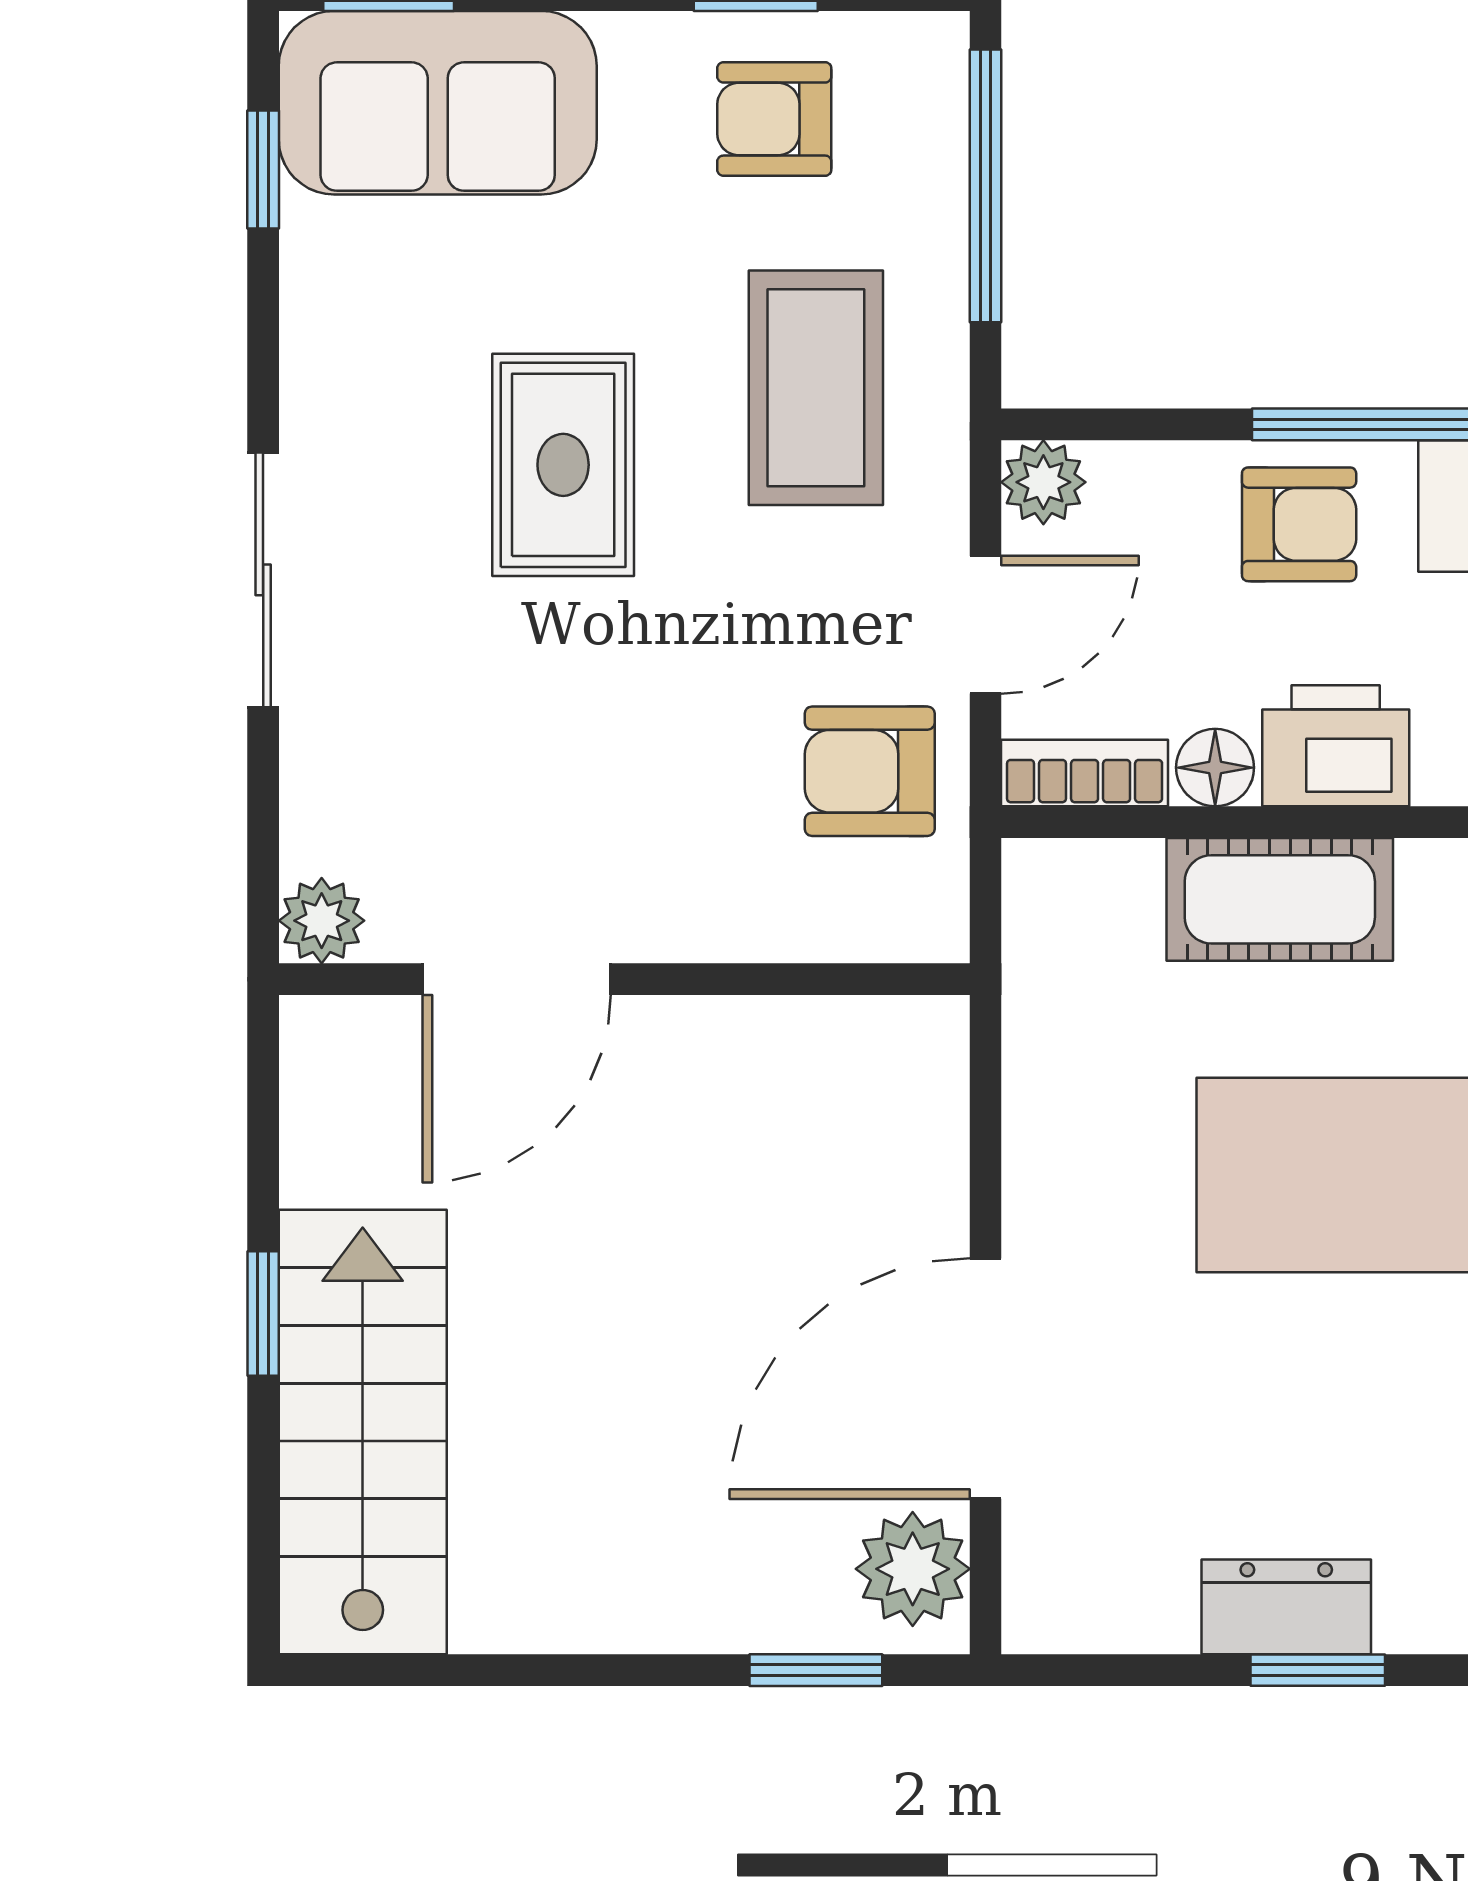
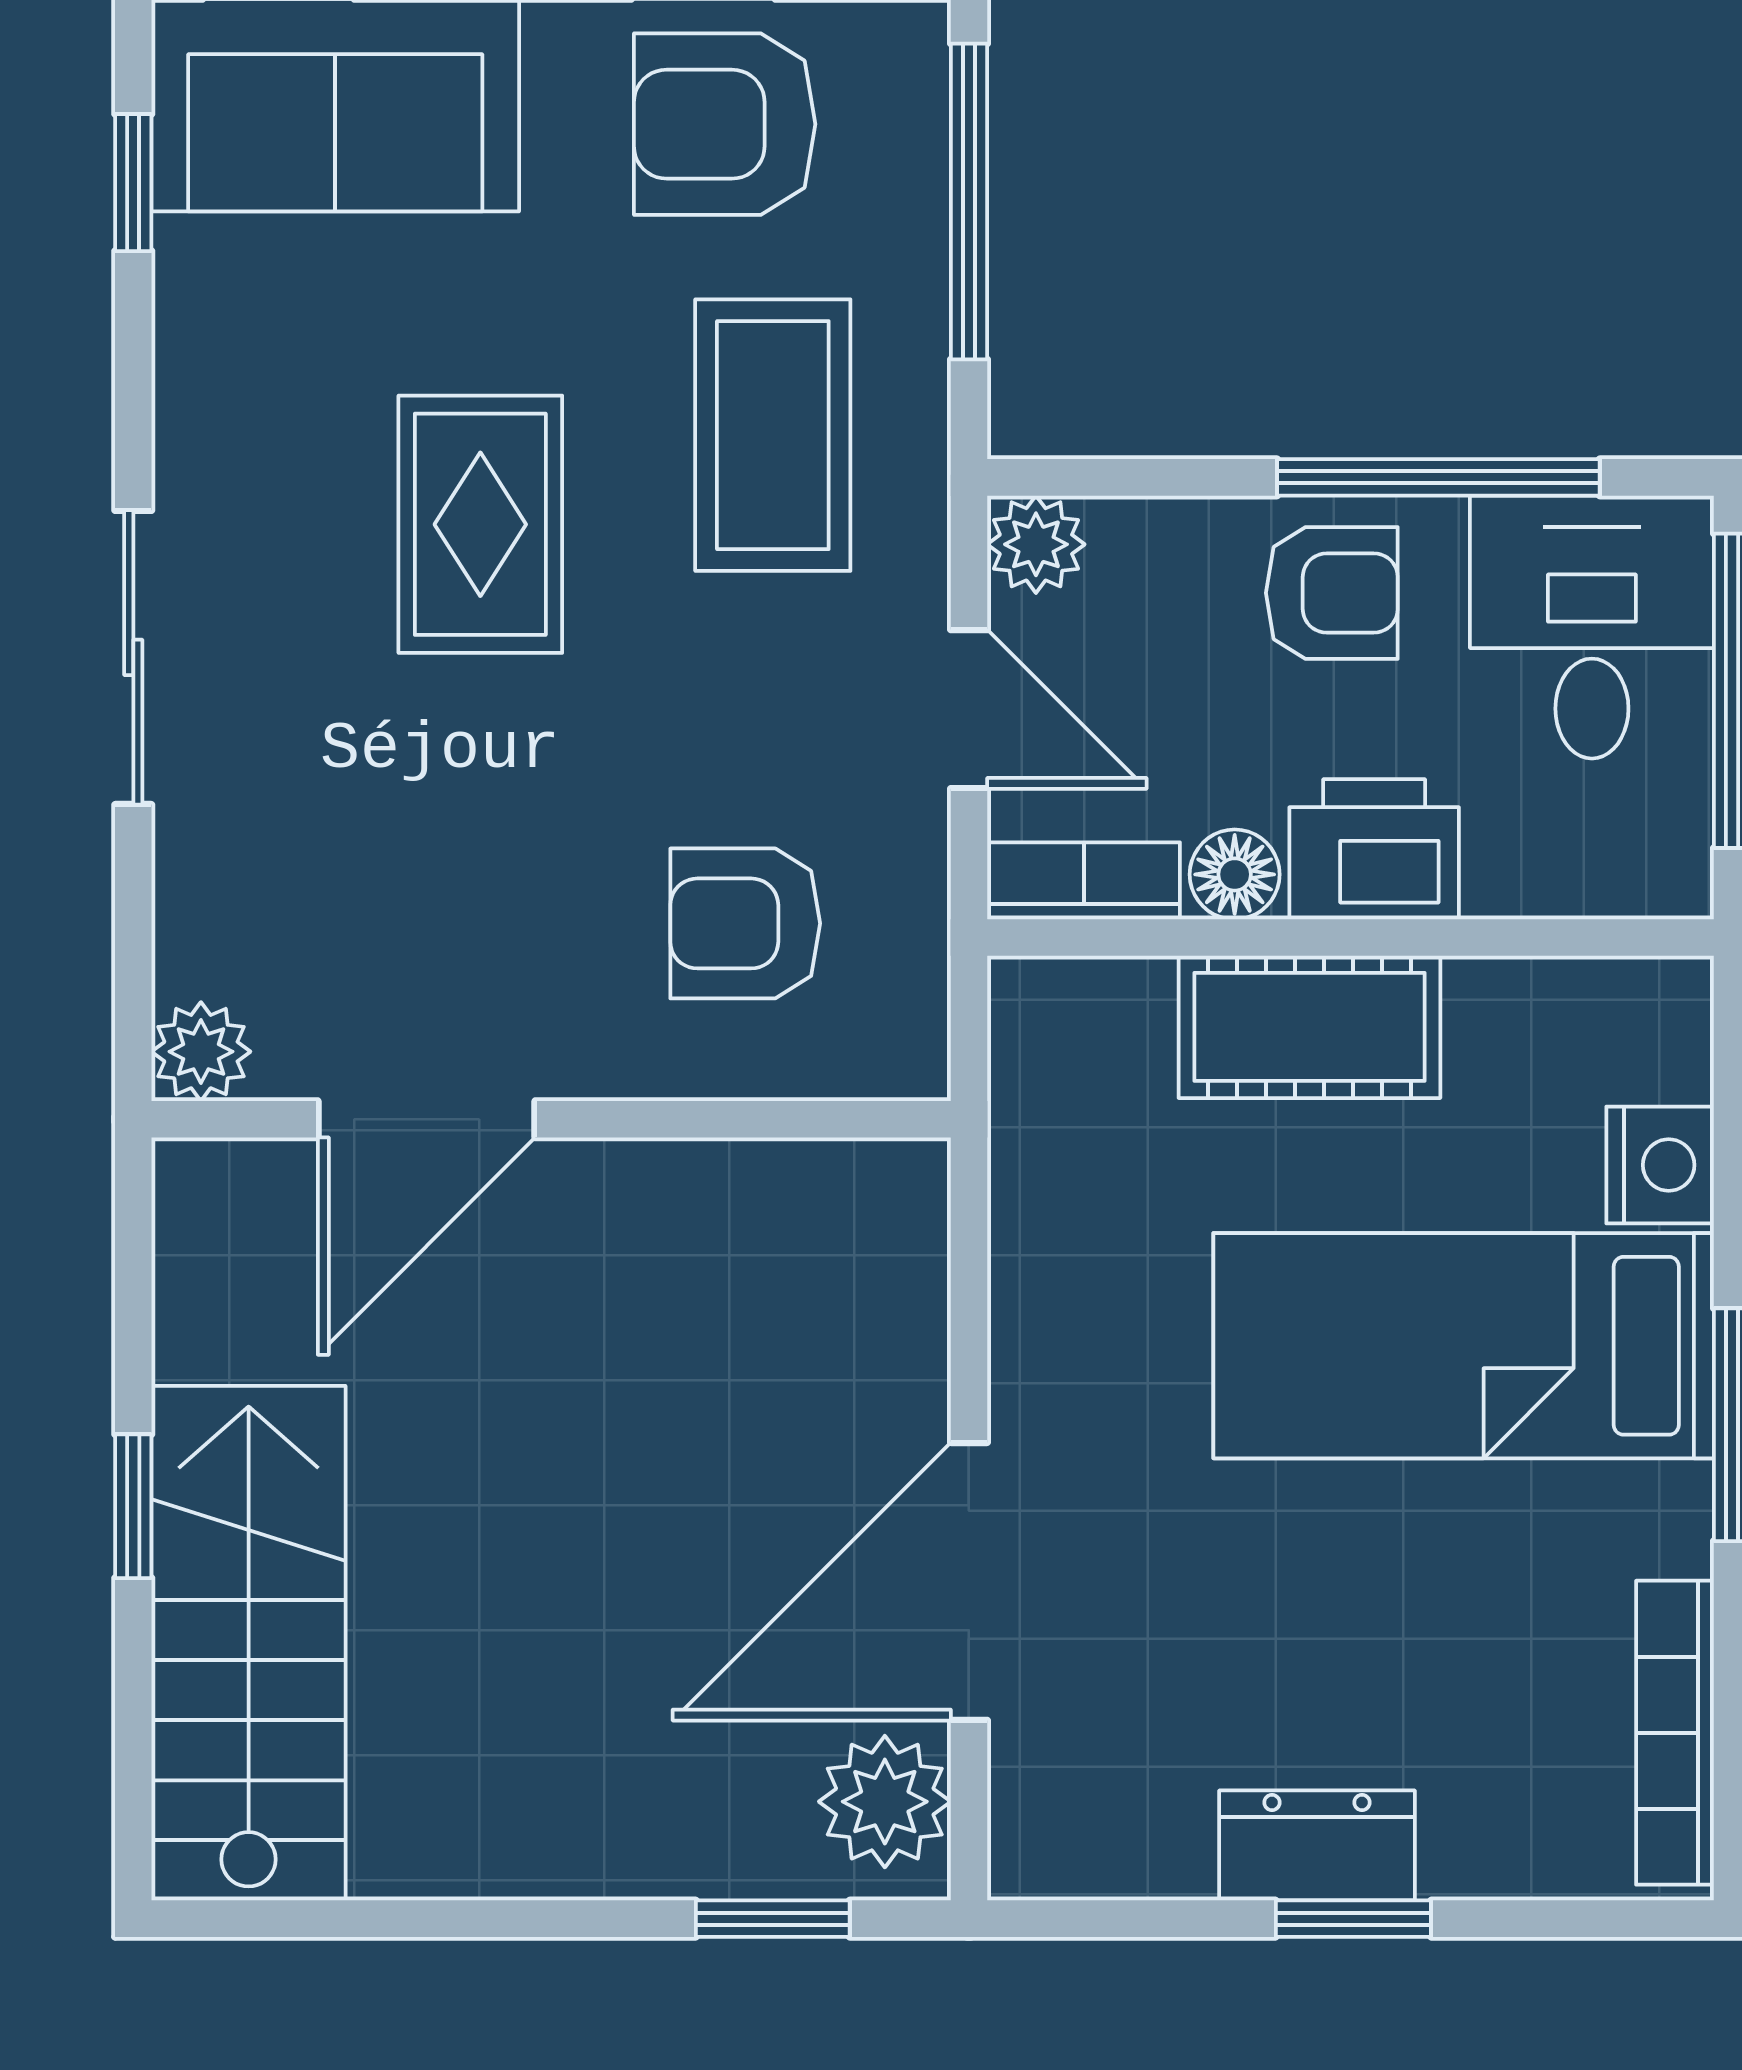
armchair: (774, 119) -> (725, 124), width x1.38, depth x1.38
door: (985, 625) -> (969, 709), hinge flipped
armchair: (870, 771) -> (745, 923), moved

